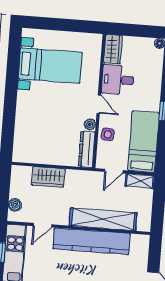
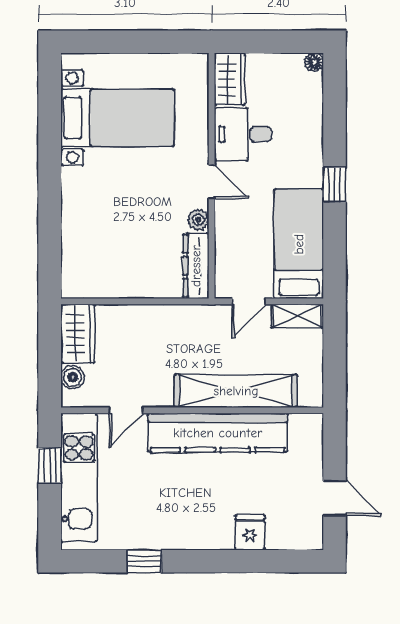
side table: (108, 134) -> (232, 235), removed
wardrobe: (48, 177) -> (78, 334), moved, turned -90

